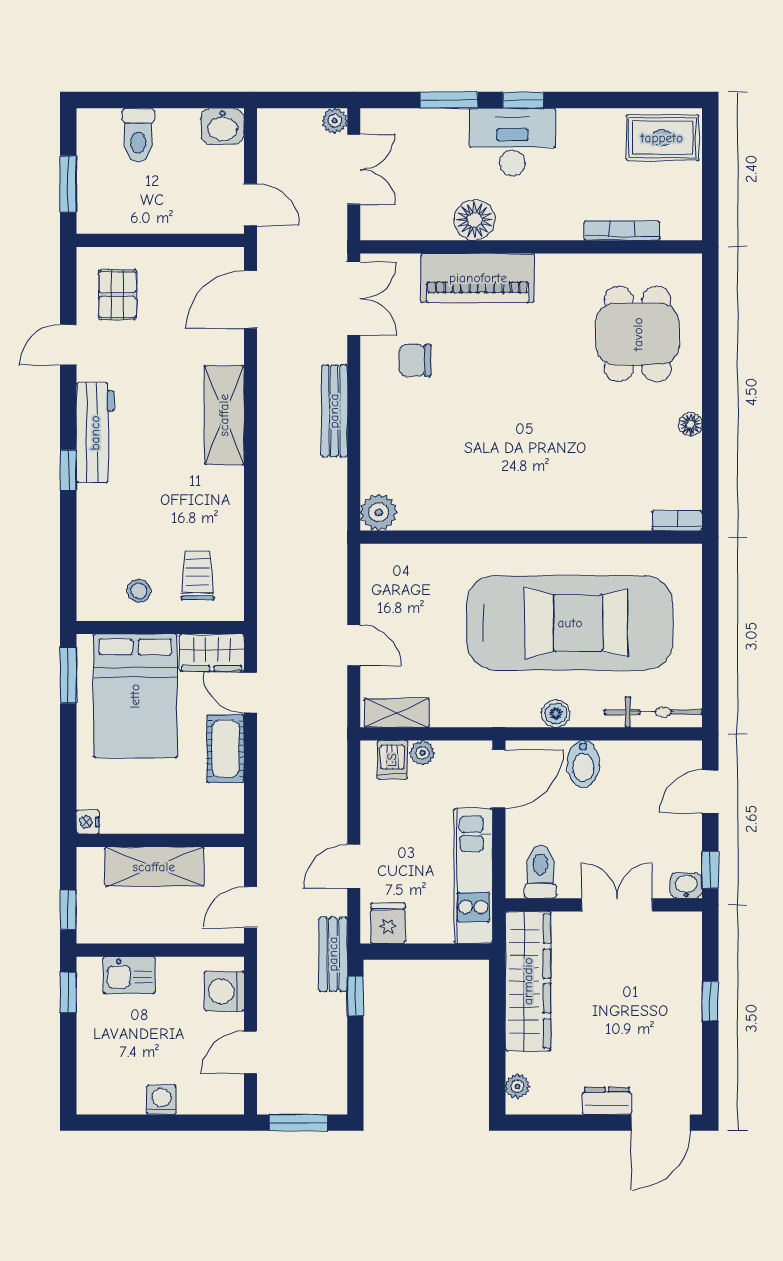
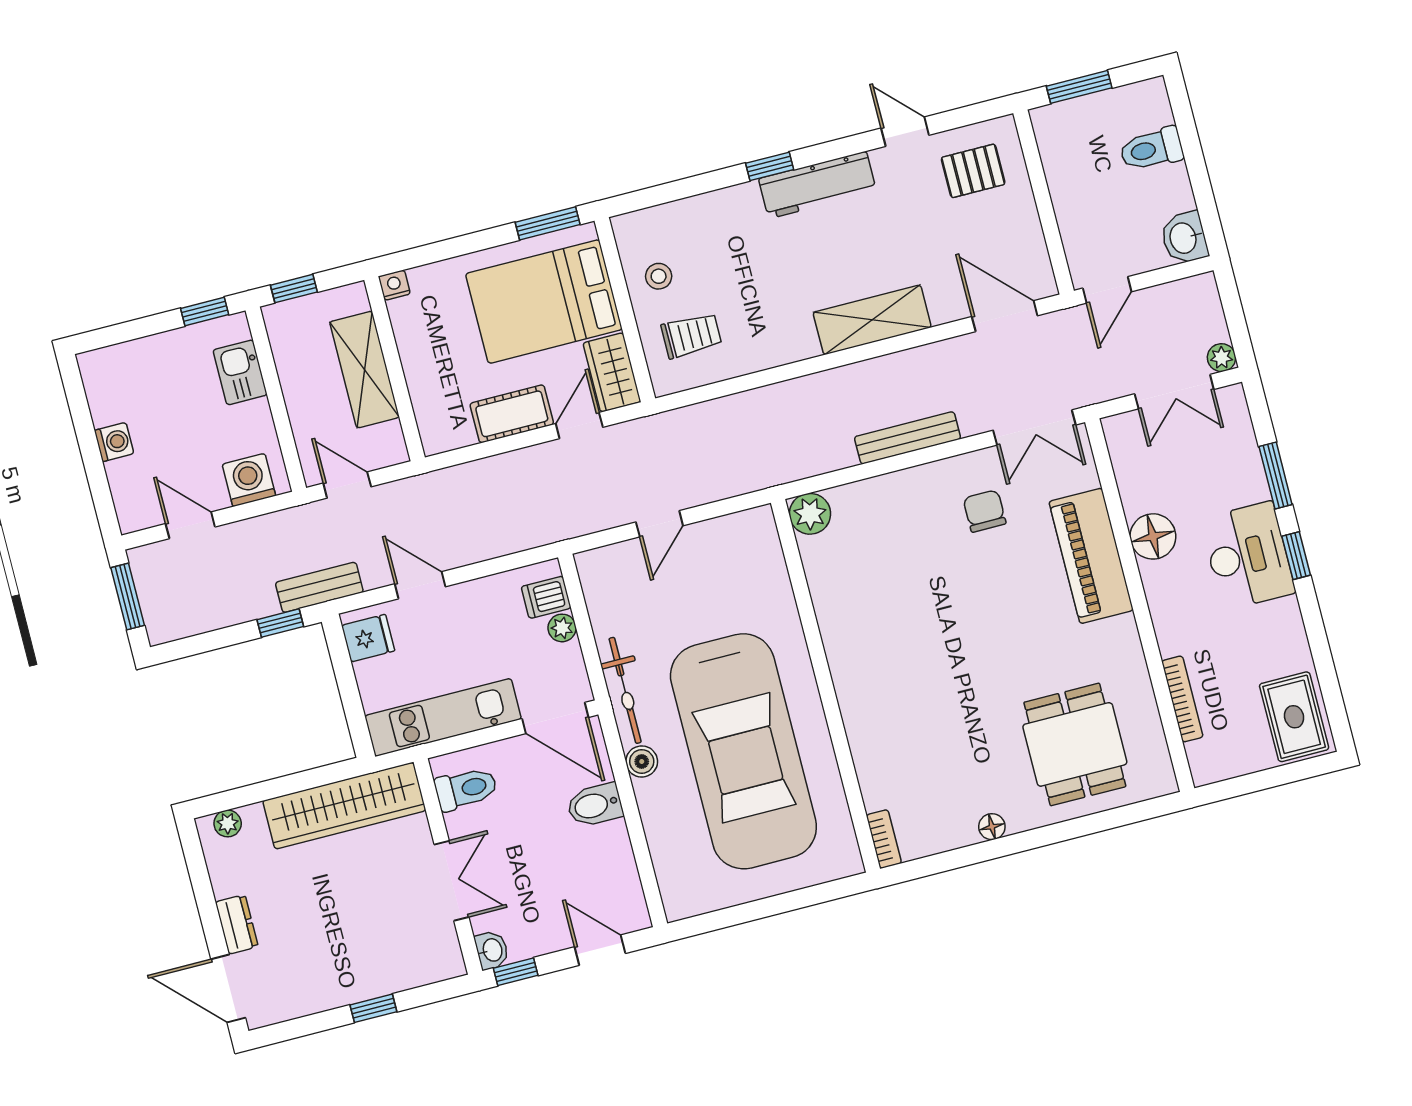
dining table: (638, 334) -> (1075, 744), turned 90
bicycle: (653, 712) -> (625, 690), moved
shelving: (397, 713) -> (598, 589), removed

